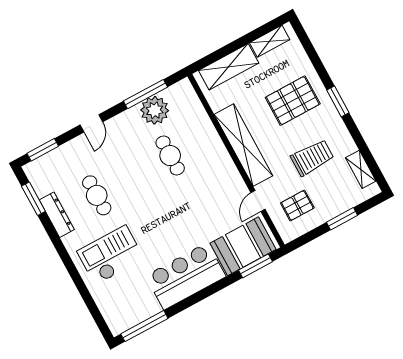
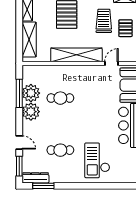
door: (91, 123) -> (19, 142), moved
plant: (128, 124) -> (31, 112), added
door: (258, 201) -> (111, 63), swing flipped
pallet: (297, 205) -> (125, 28), moved
dresser: (57, 215) -> (35, 178), moved

